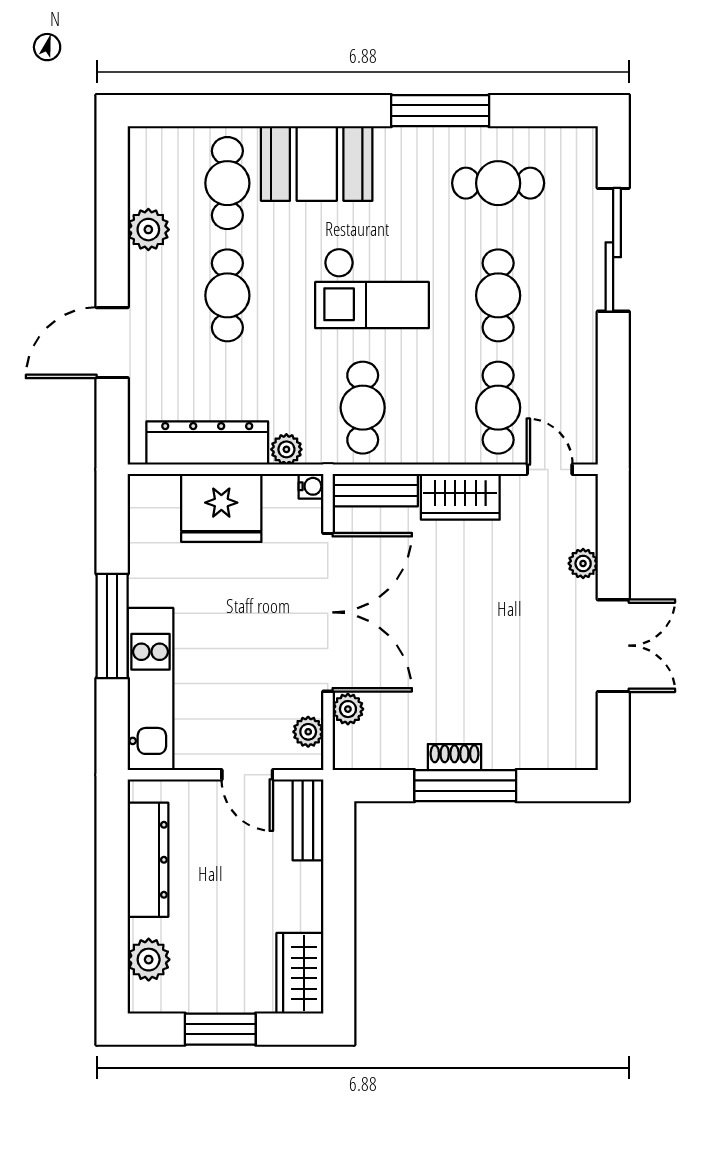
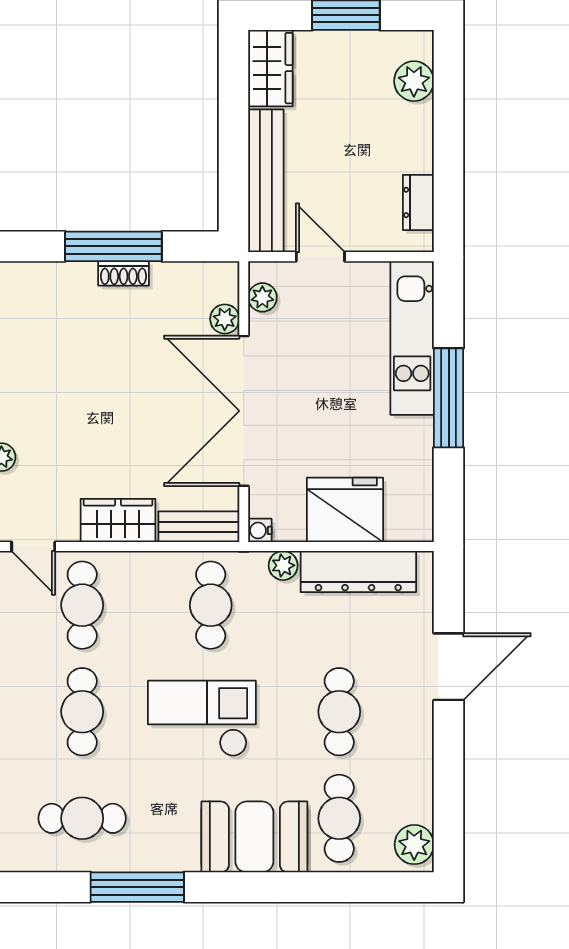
plant: (148, 230) -> (414, 845), moved
bench: (308, 820) -> (266, 181), width x1.86, depth x1.21
dresser: (148, 860) -> (418, 202), width x0.51, depth x0.80

